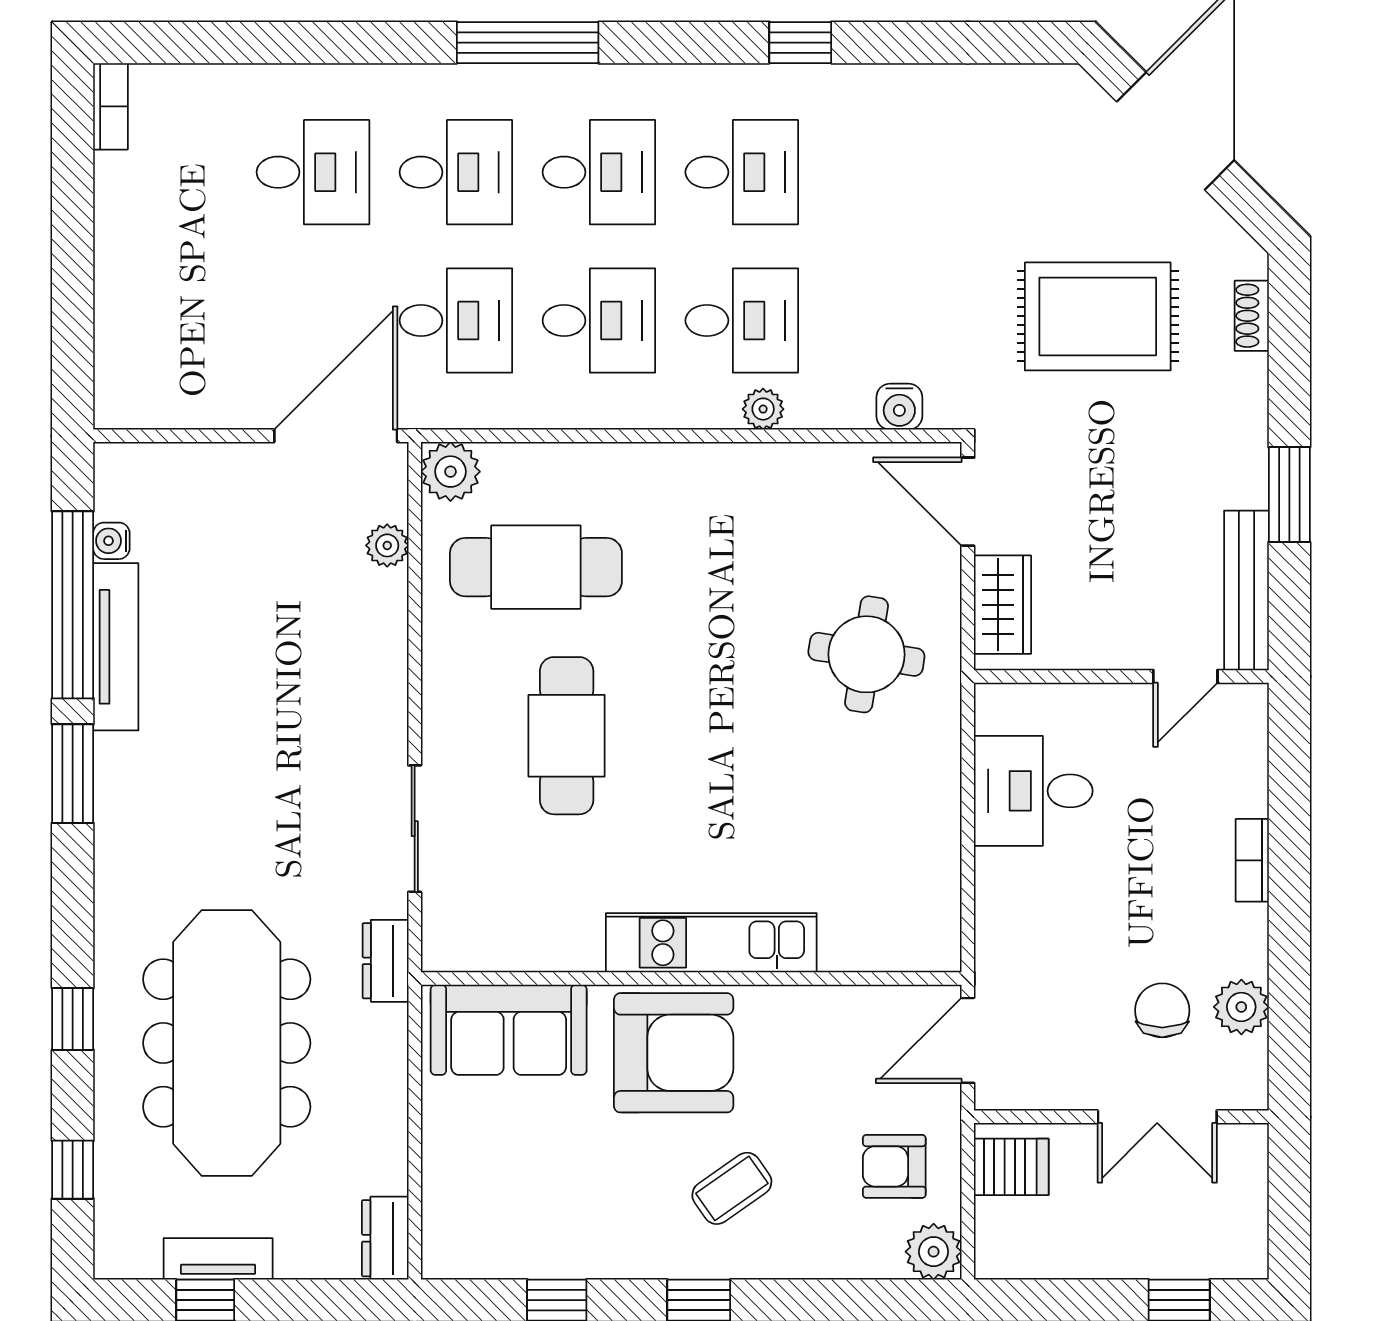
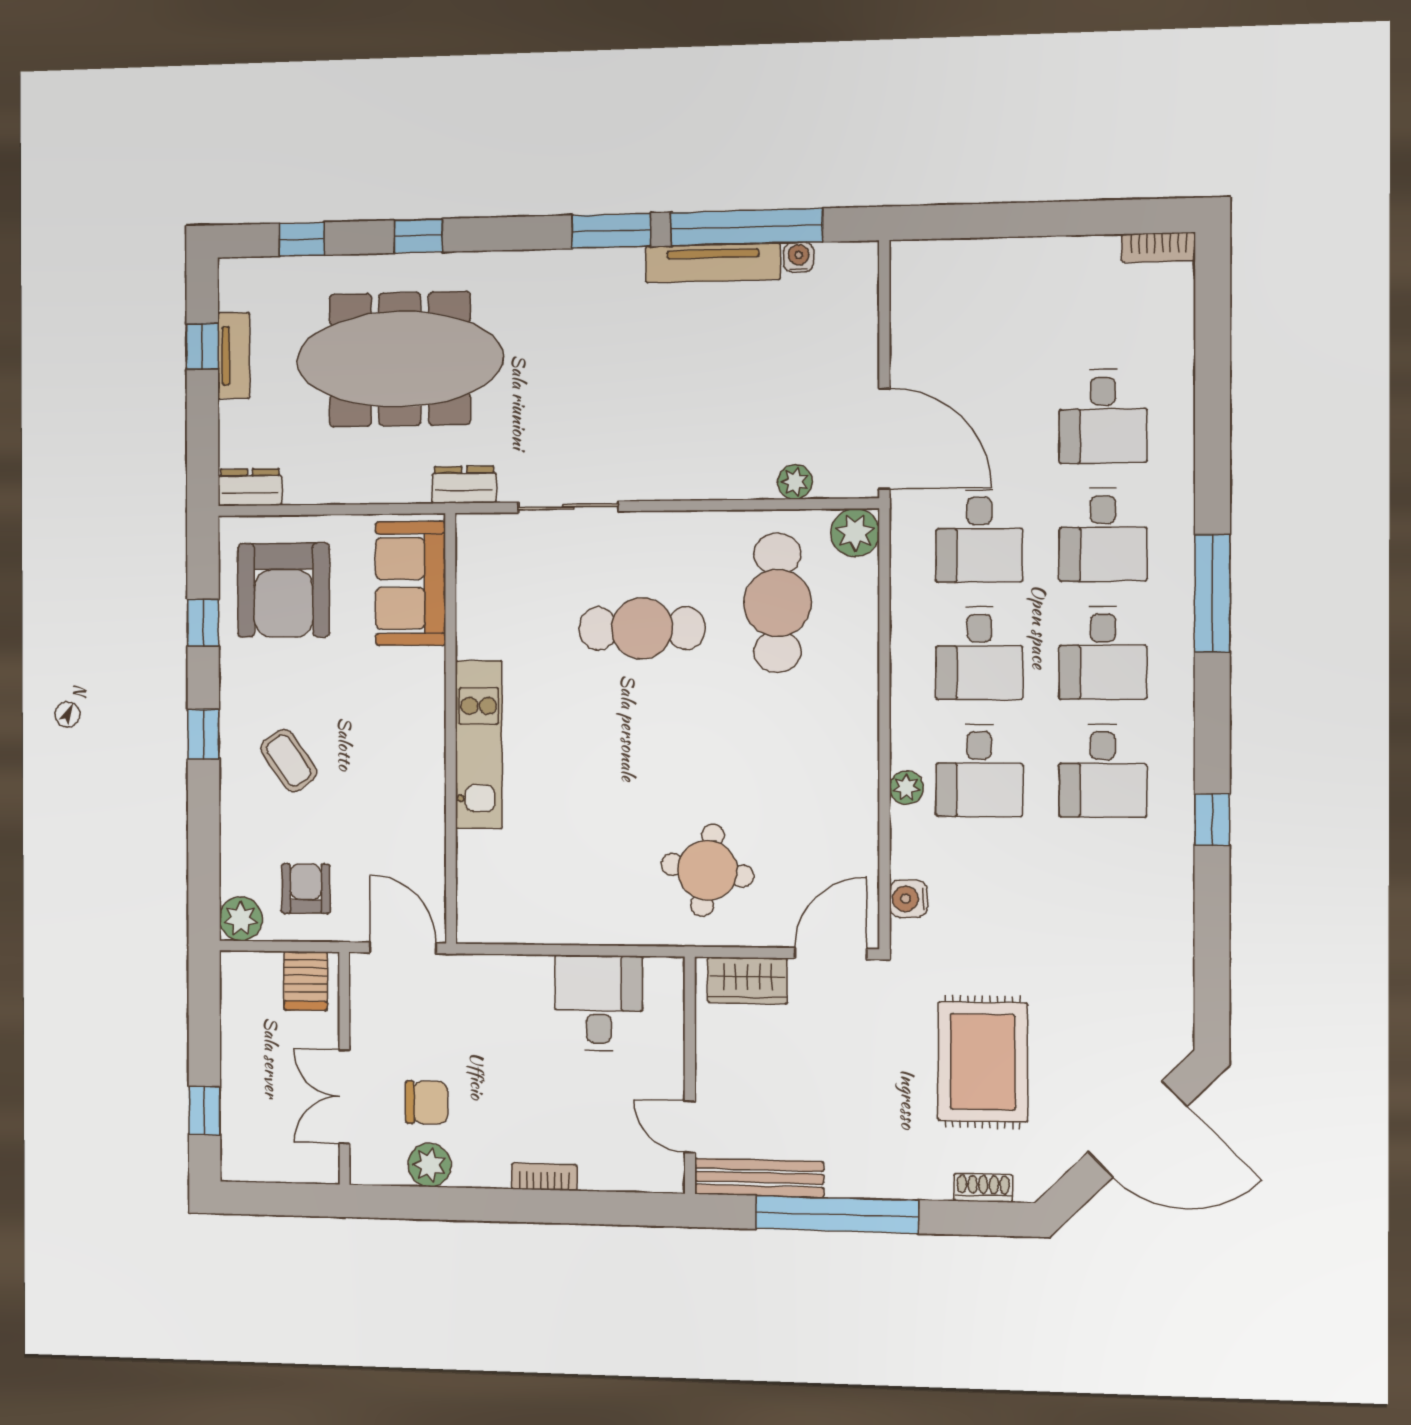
window: (1289, 495) -> (837, 1214), width x2.11
armchair: (674, 1053) -> (284, 590), moved

